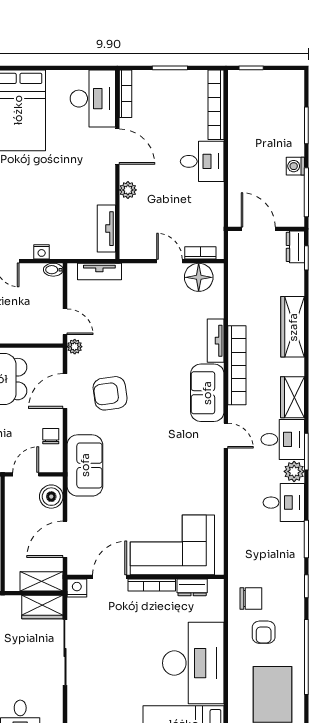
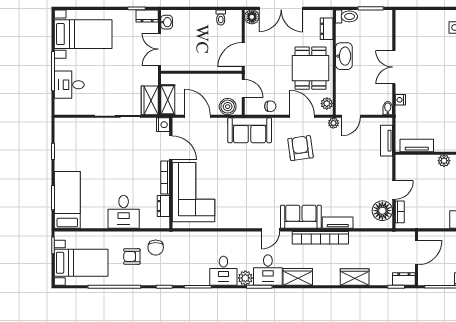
wardrobe: (293, 327) -> (355, 277), width x0.67
plant: (47, 356) -> (327, 104), added
desk: (193, 663) -> (124, 212), width x0.53, depth x0.77

